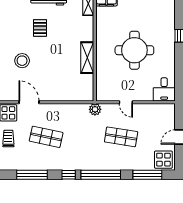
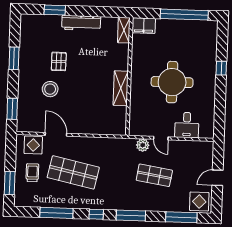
pallet: (40, 28) -> (59, 61), moved
desk: (164, 89) -> (187, 125), moved
plant: (95, 109) -> (143, 145), moved
shop shelf: (46, 137) -> (73, 172), width x1.43, depth x1.36
window: (101, 175) -> (131, 215), width x0.68

